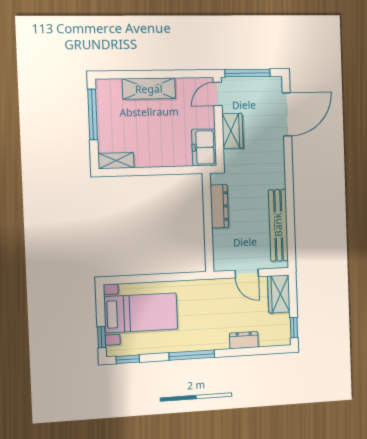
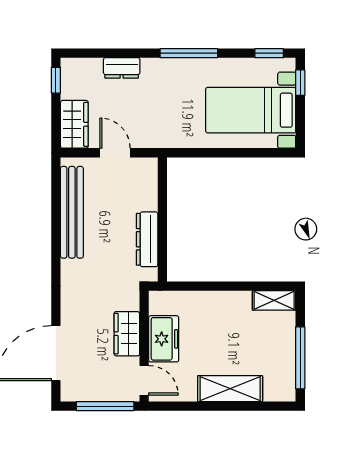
door: (218, 94) -> (144, 380), hinge flipped
freezer: (204, 147) -> (164, 339), moved

